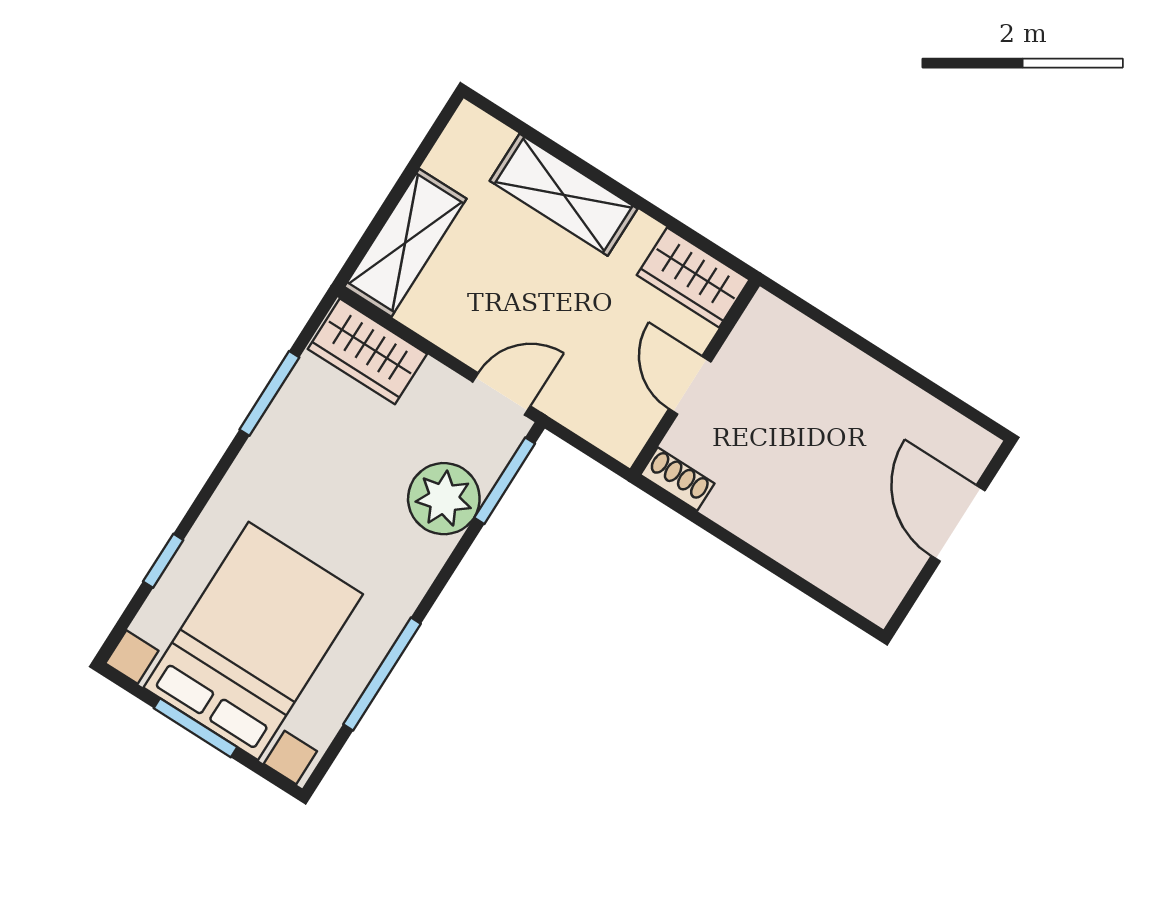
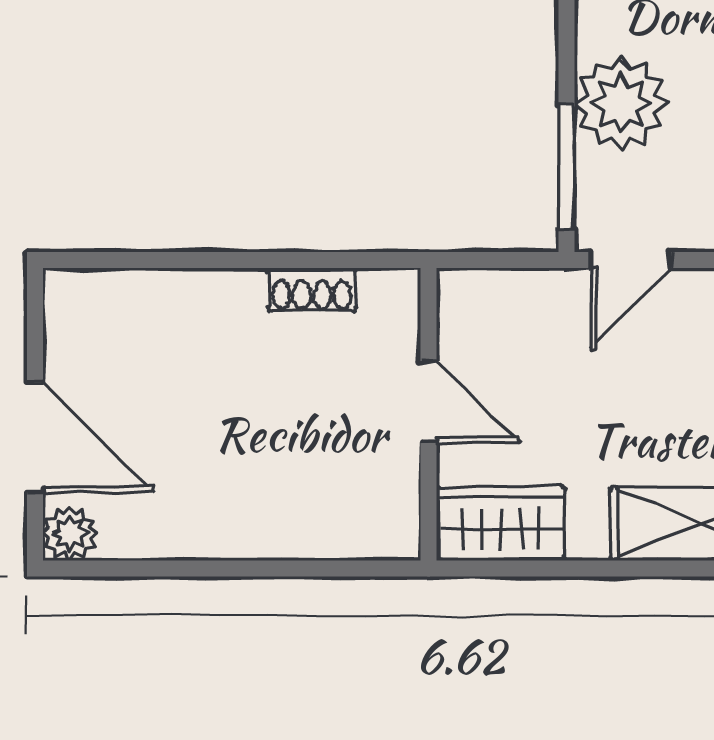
plant: (975, 447) -> (70, 533), added
shoe rack: (677, 479) -> (312, 289), moved

